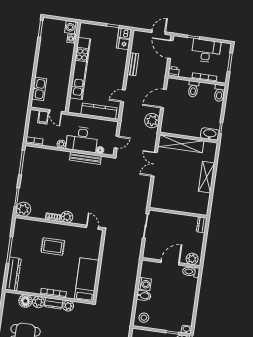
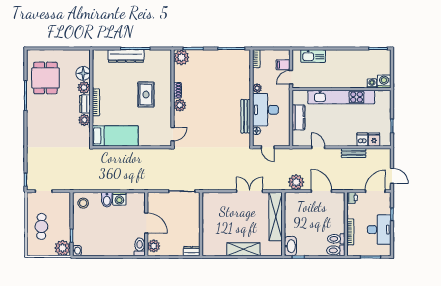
dishwasher: (125, 33) -> (362, 139), moved
toilet: (193, 89) -> (336, 239), moved
kitchen counter: (99, 111) -> (298, 117), width x0.67
dresser: (13, 274) -> (126, 56), moved

